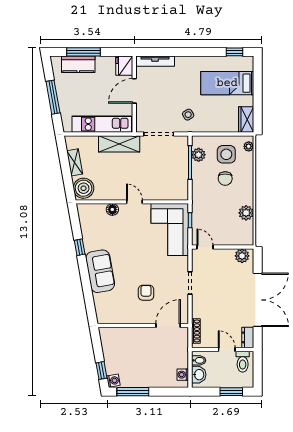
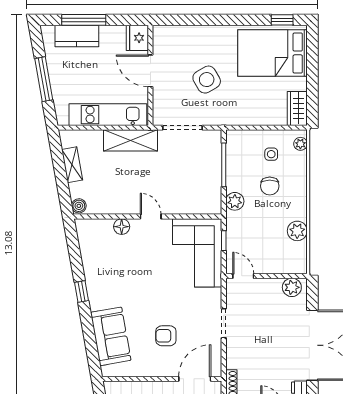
tv unit: (155, 61) -> (178, 32), removed
bed: (227, 83) -> (272, 53), width x1.50
door: (134, 91) -> (150, 71), hinge flipped
side table: (188, 115) -> (207, 80), moved, width x1.87, depth x1.87
side table: (226, 154) -> (271, 154), width x0.54, depth x0.54
plant: (199, 155) -> (235, 201), moved
boiler: (84, 188) -> (79, 206), width x0.54, depth x0.54
window: (80, 247) -> (81, 292), moved
sofa: (100, 271) -> (111, 336), moved
armchair: (146, 293) -> (166, 336), turned -90

